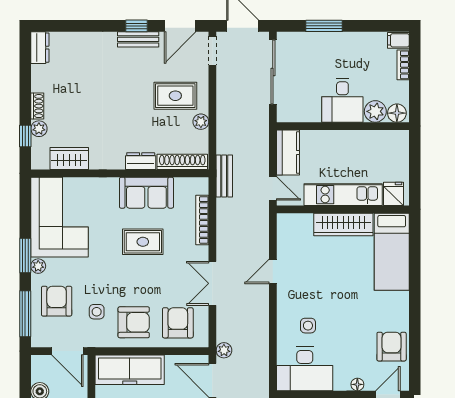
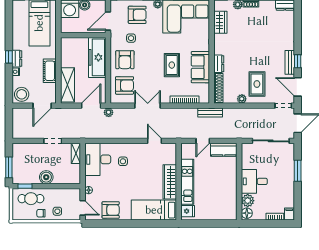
fridge: (393, 194) -> (188, 211), moved
kitchen unit: (343, 195) -> (187, 182), moved
wall: (343, 209) -> (179, 182), moved
wardrobe: (343, 224) -> (170, 182), moved
bed: (392, 252) -> (154, 210), moved

